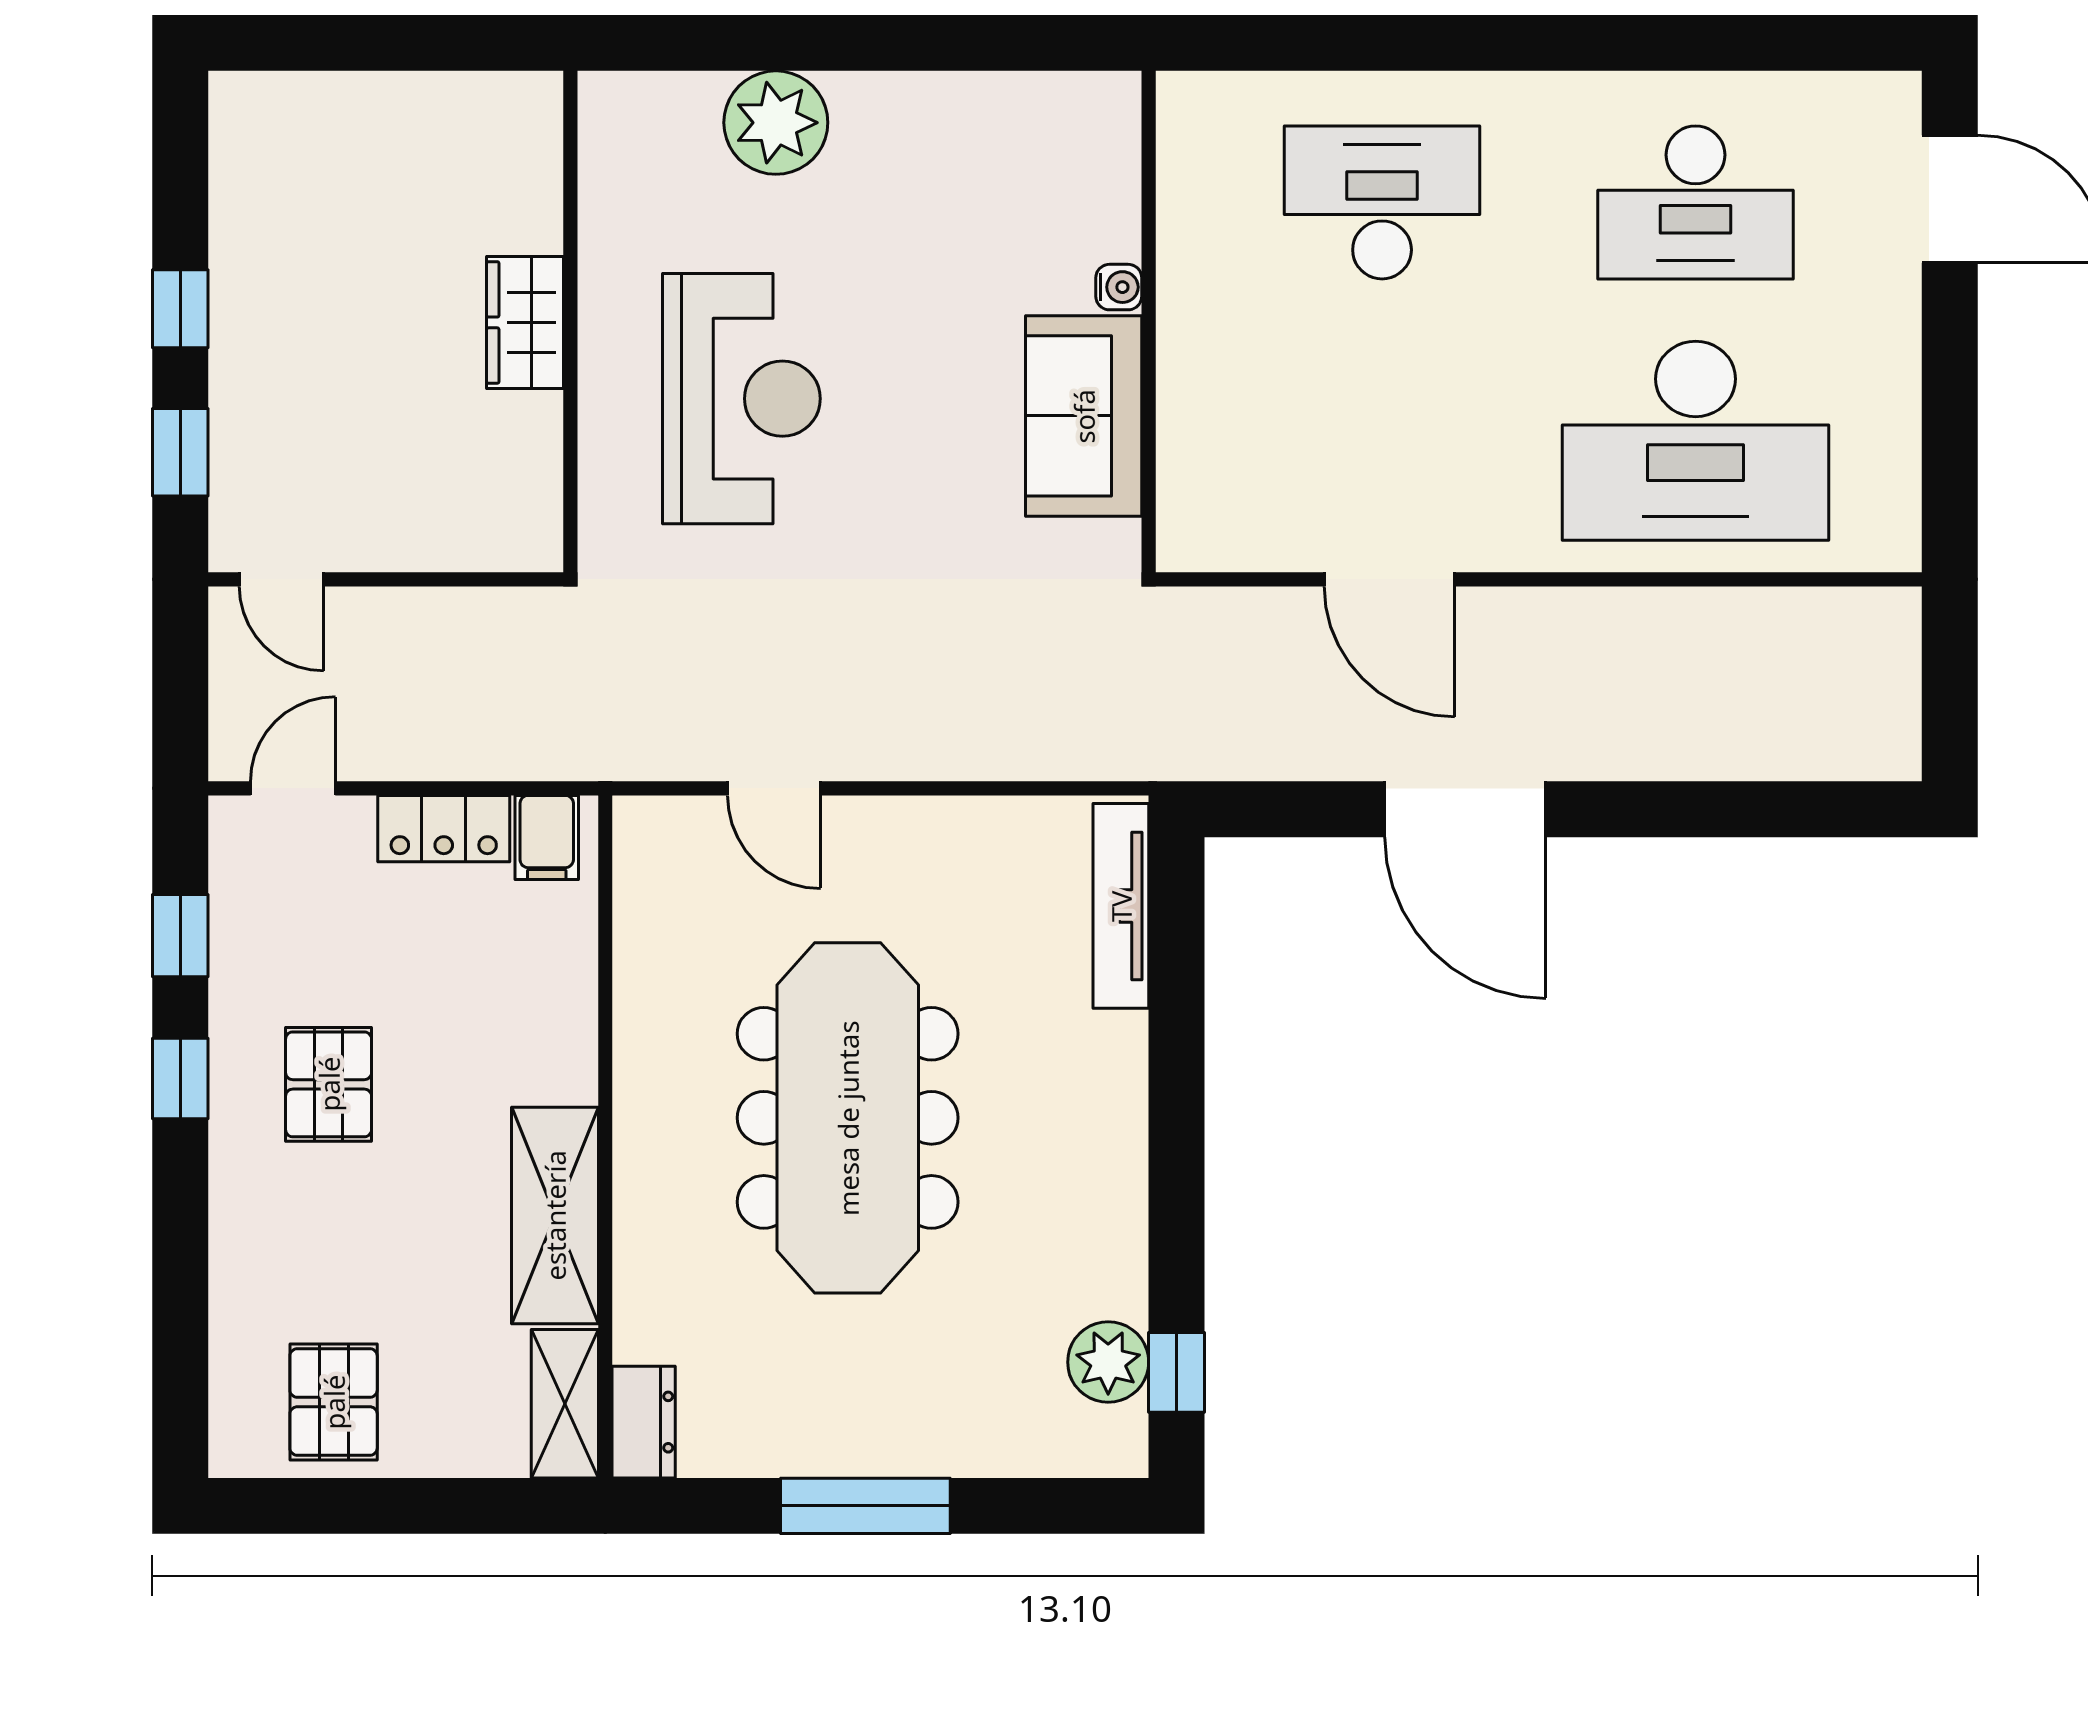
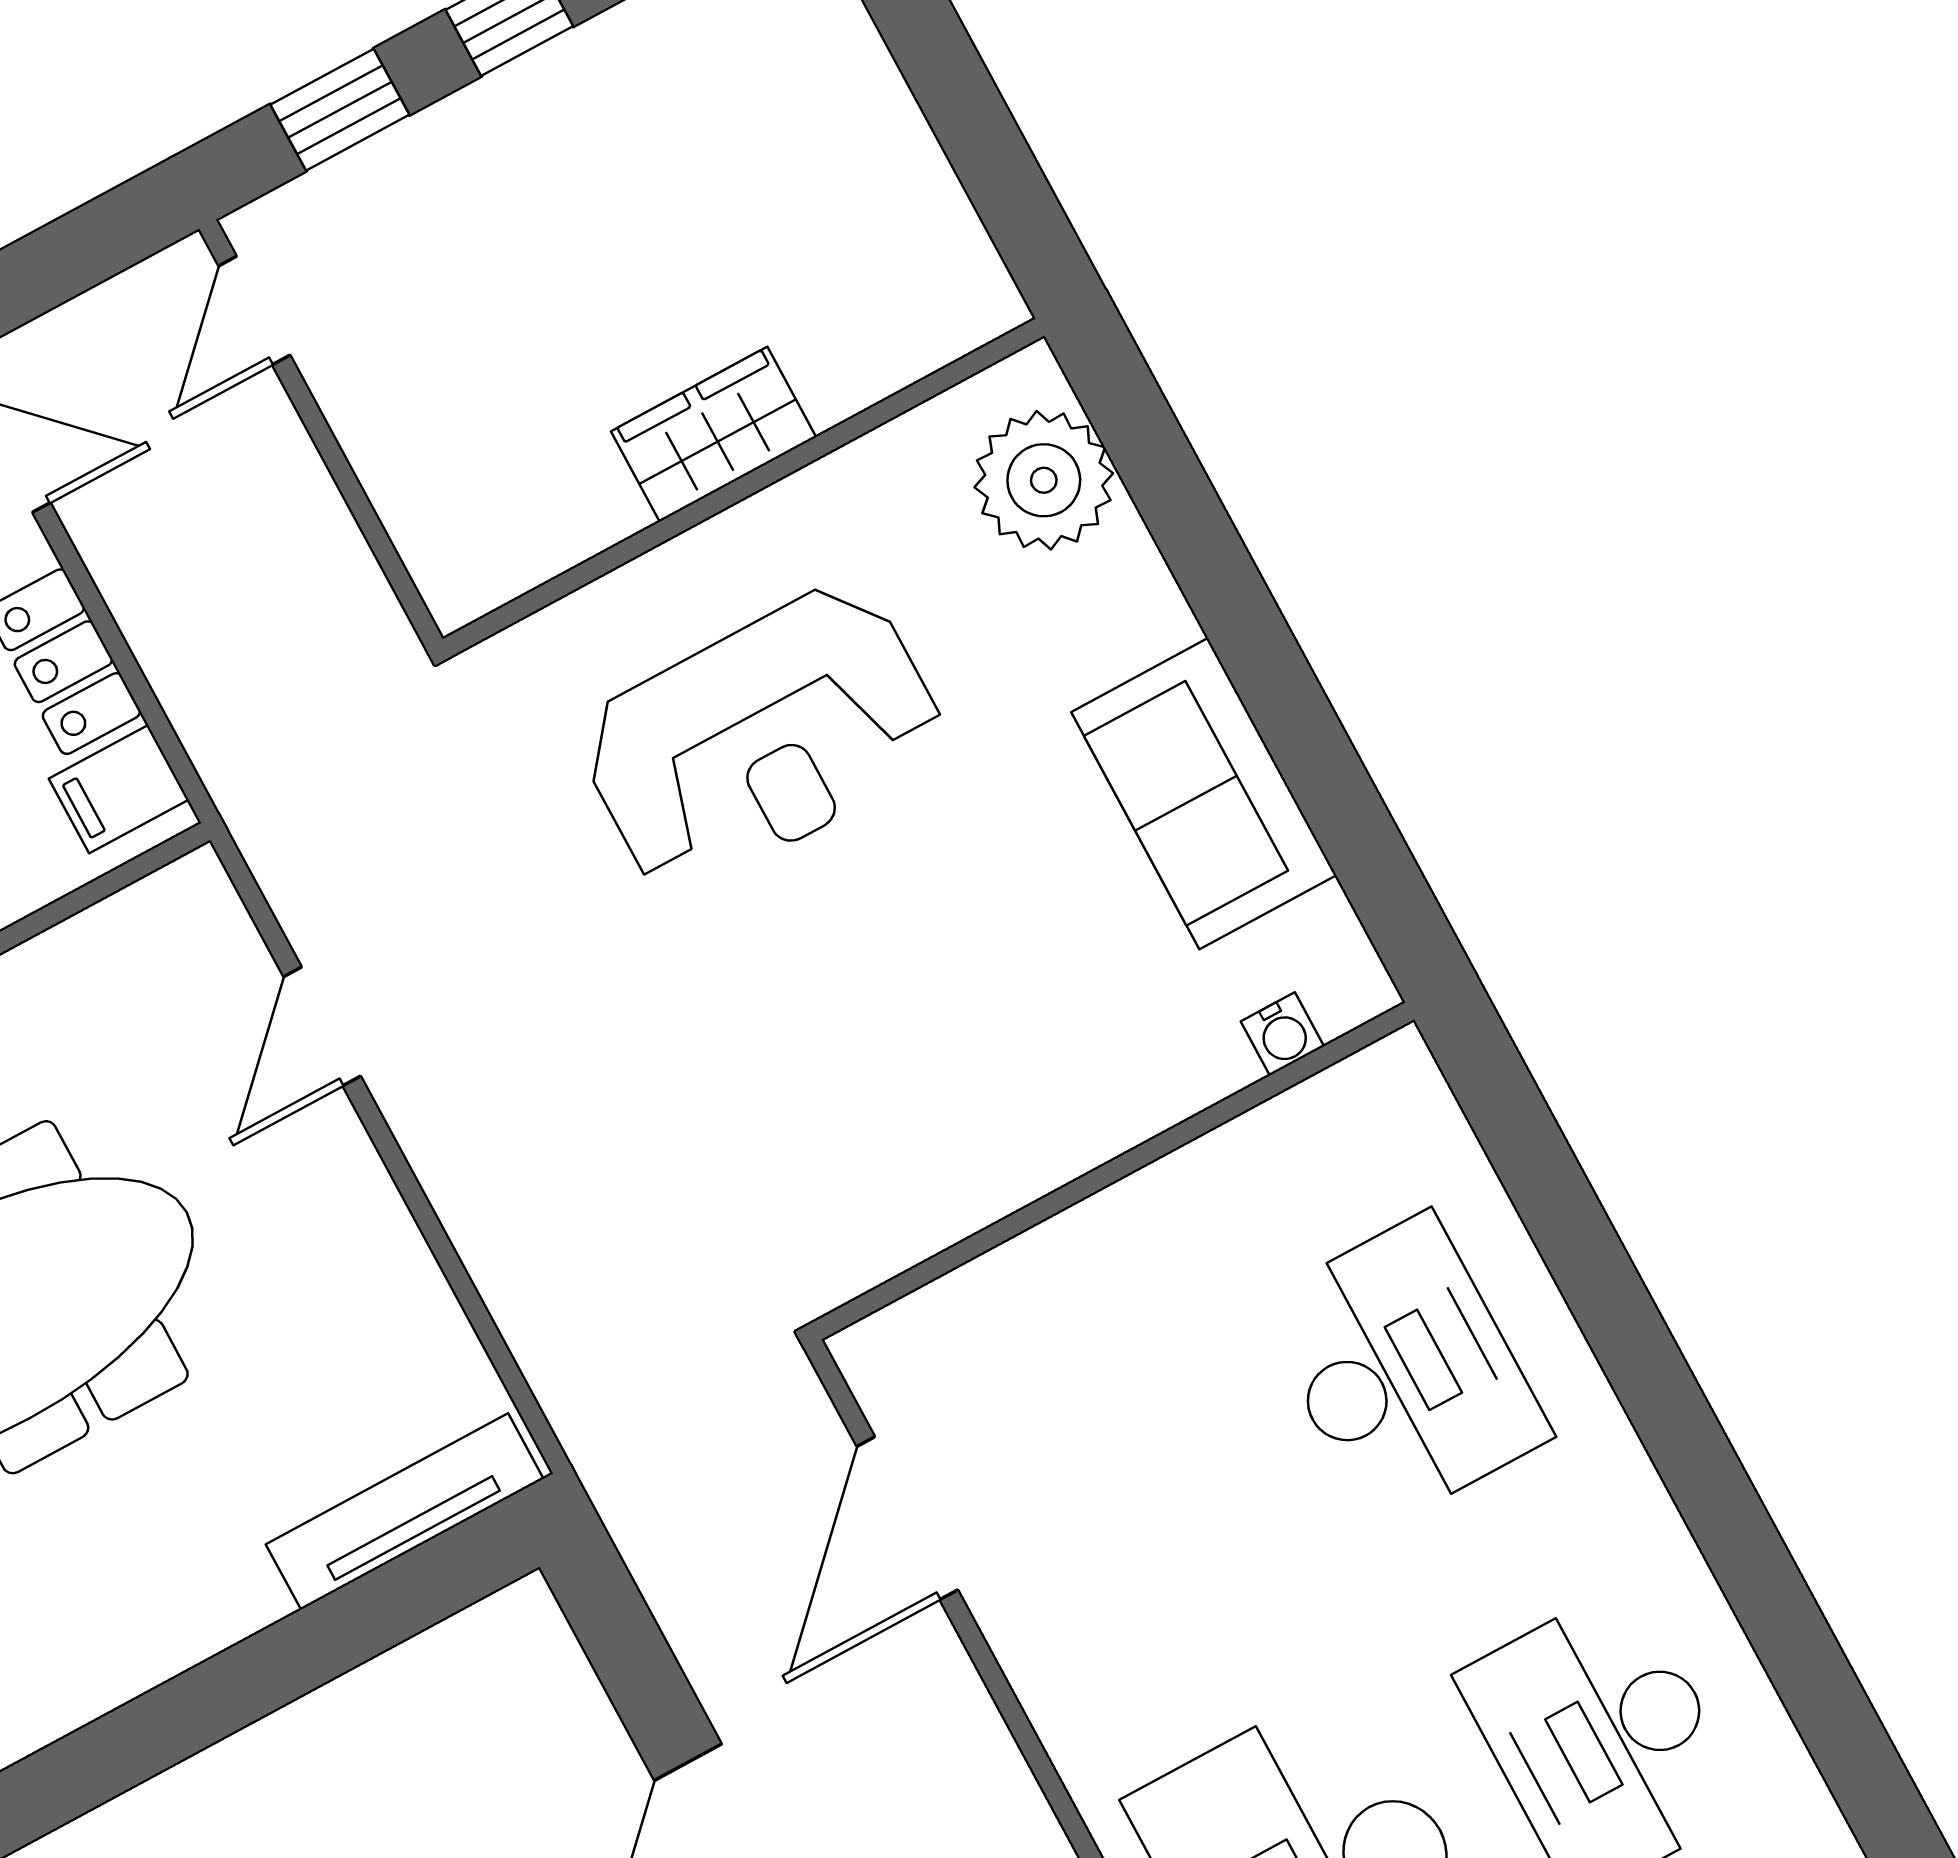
plant: (776, 123) -> (1044, 480), moved
water cooler: (1119, 287) -> (1282, 1034), moved
sofa: (1084, 416) -> (1204, 794), moved, turned -90
door: (1389, 579) -> (907, 1518), moved

